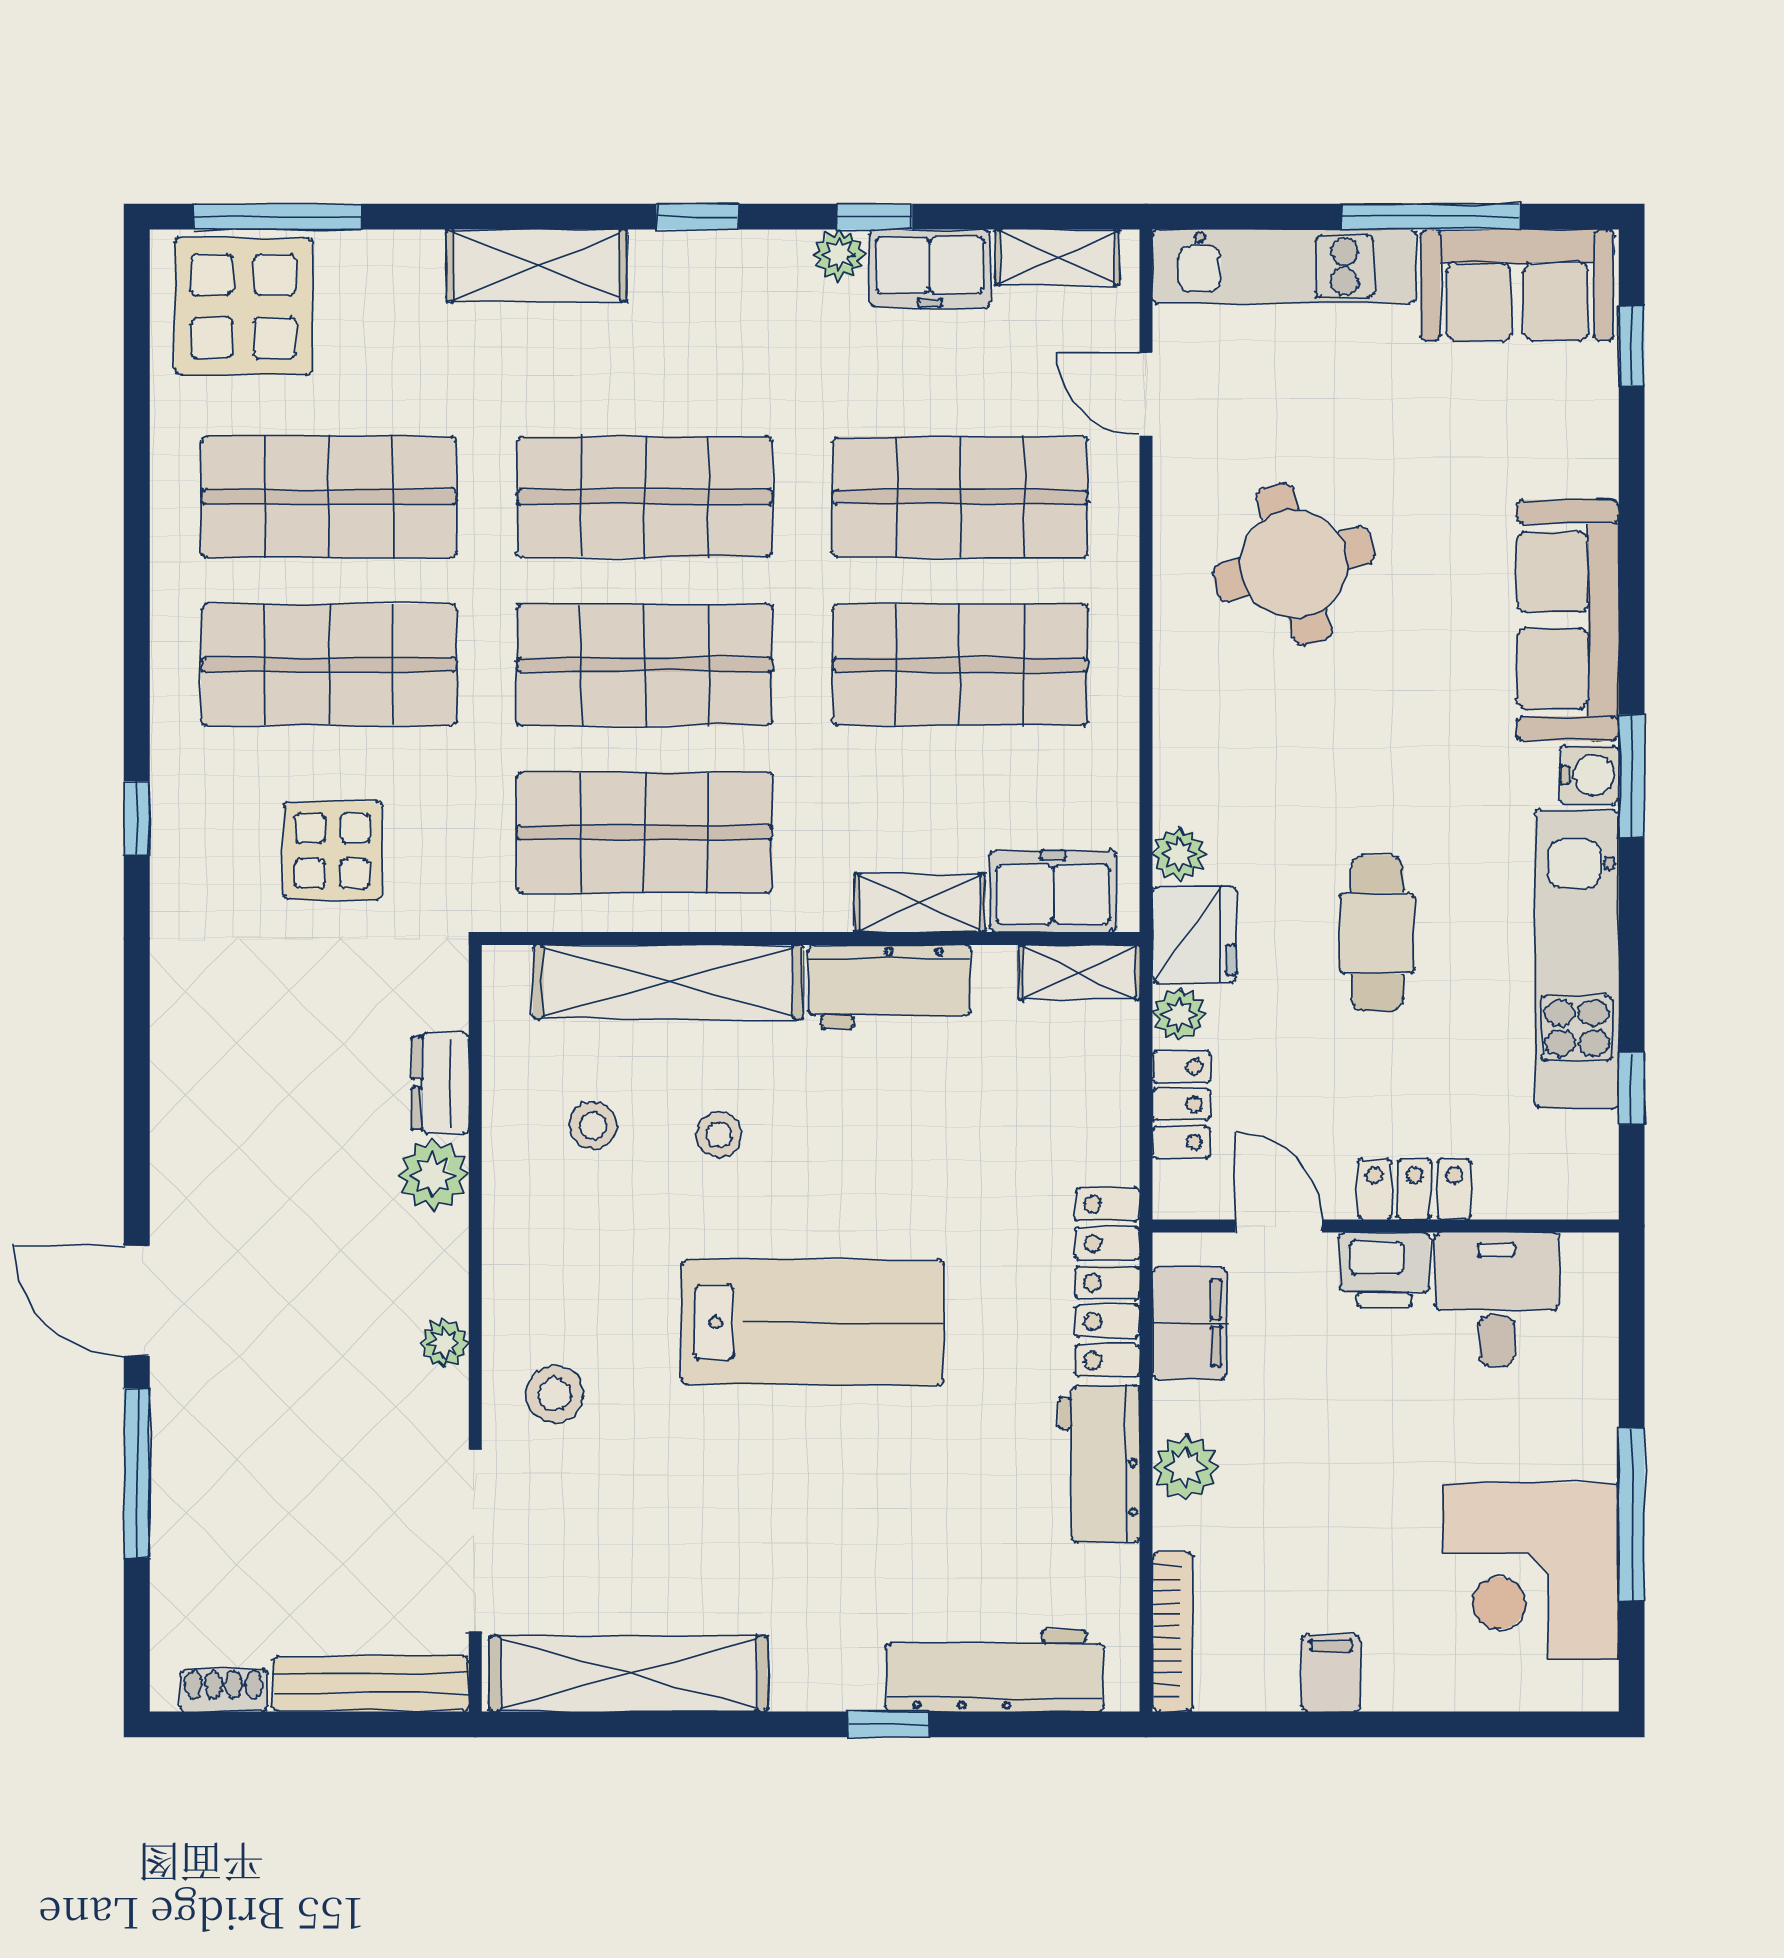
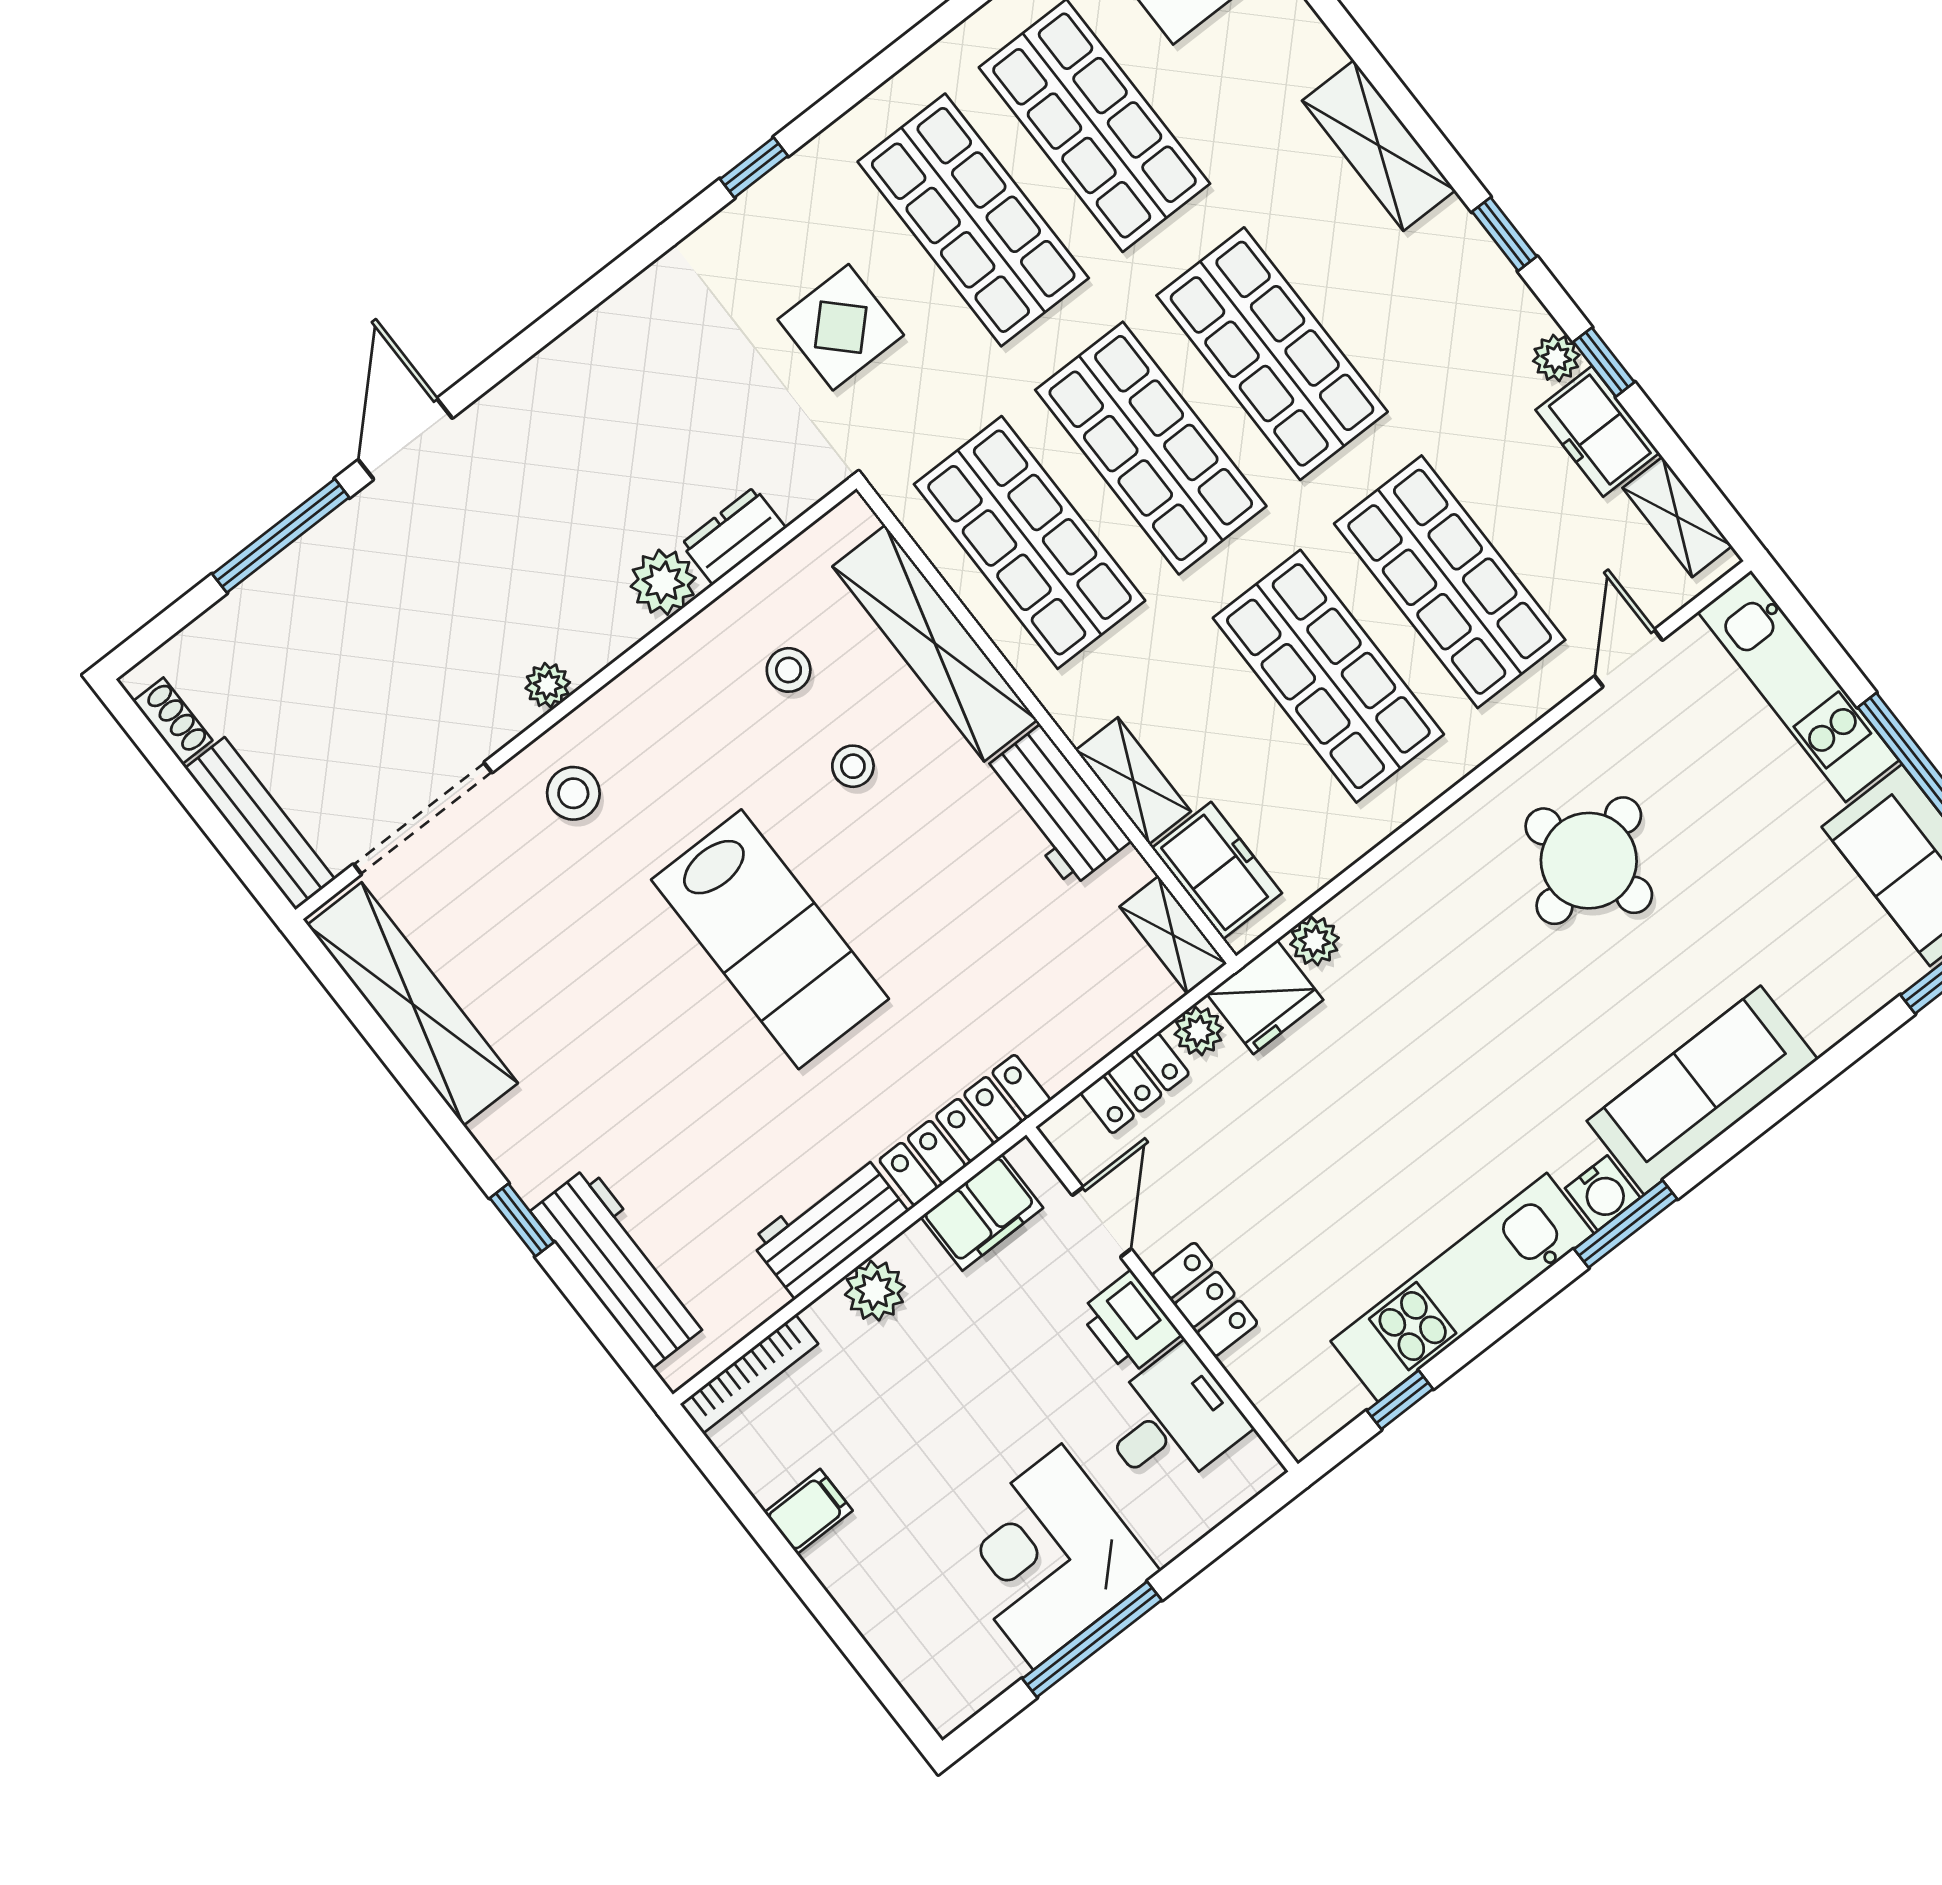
cafe table: (1377, 933) -> (1369, 1129), removed
corner desk: (1531, 1571) -> (1048, 1557), moved

